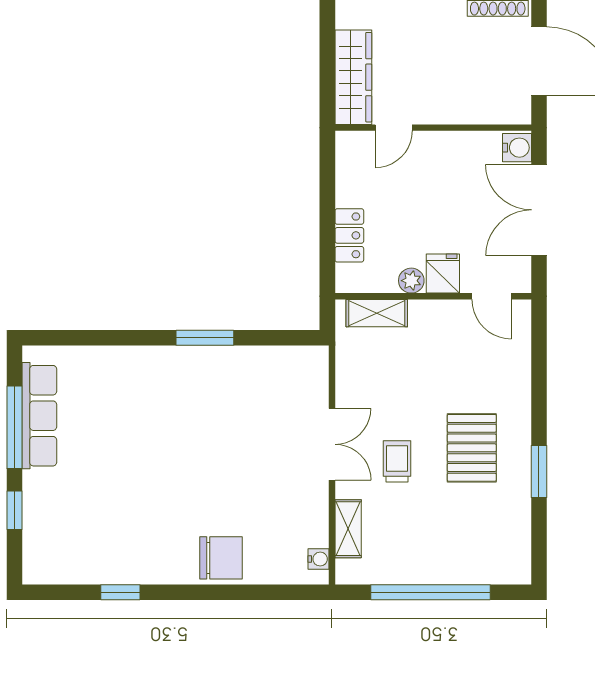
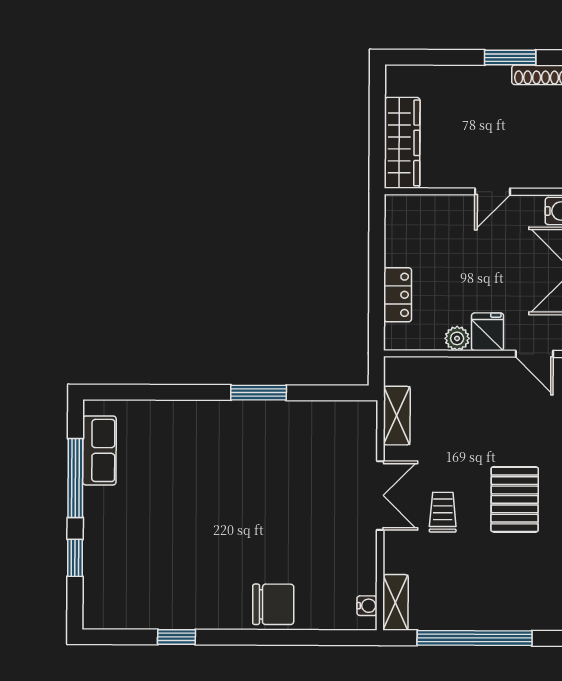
door: (394, 128) -> (493, 192), moved
shelving: (377, 313) -> (397, 416), moved, turned 90
row of seats: (39, 416) -> (99, 450), width x0.68
shelving: (348, 529) -> (395, 602), moved

